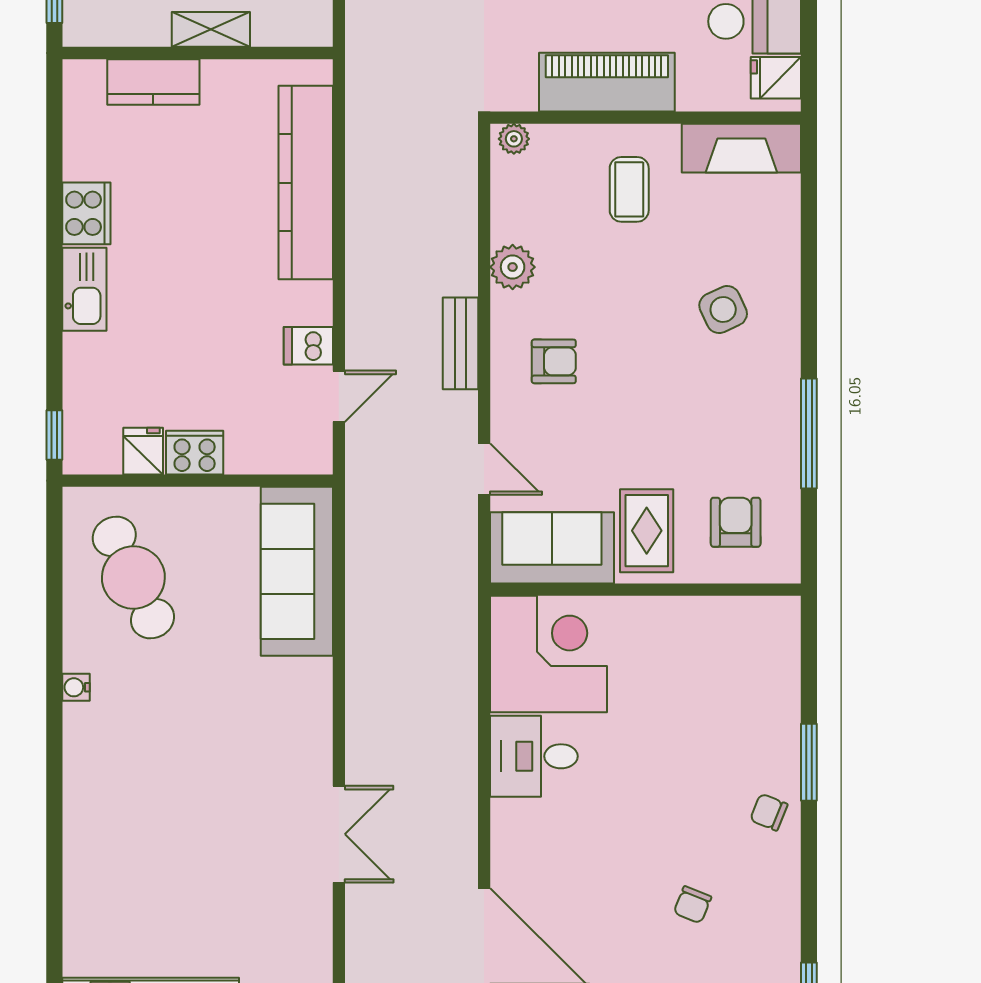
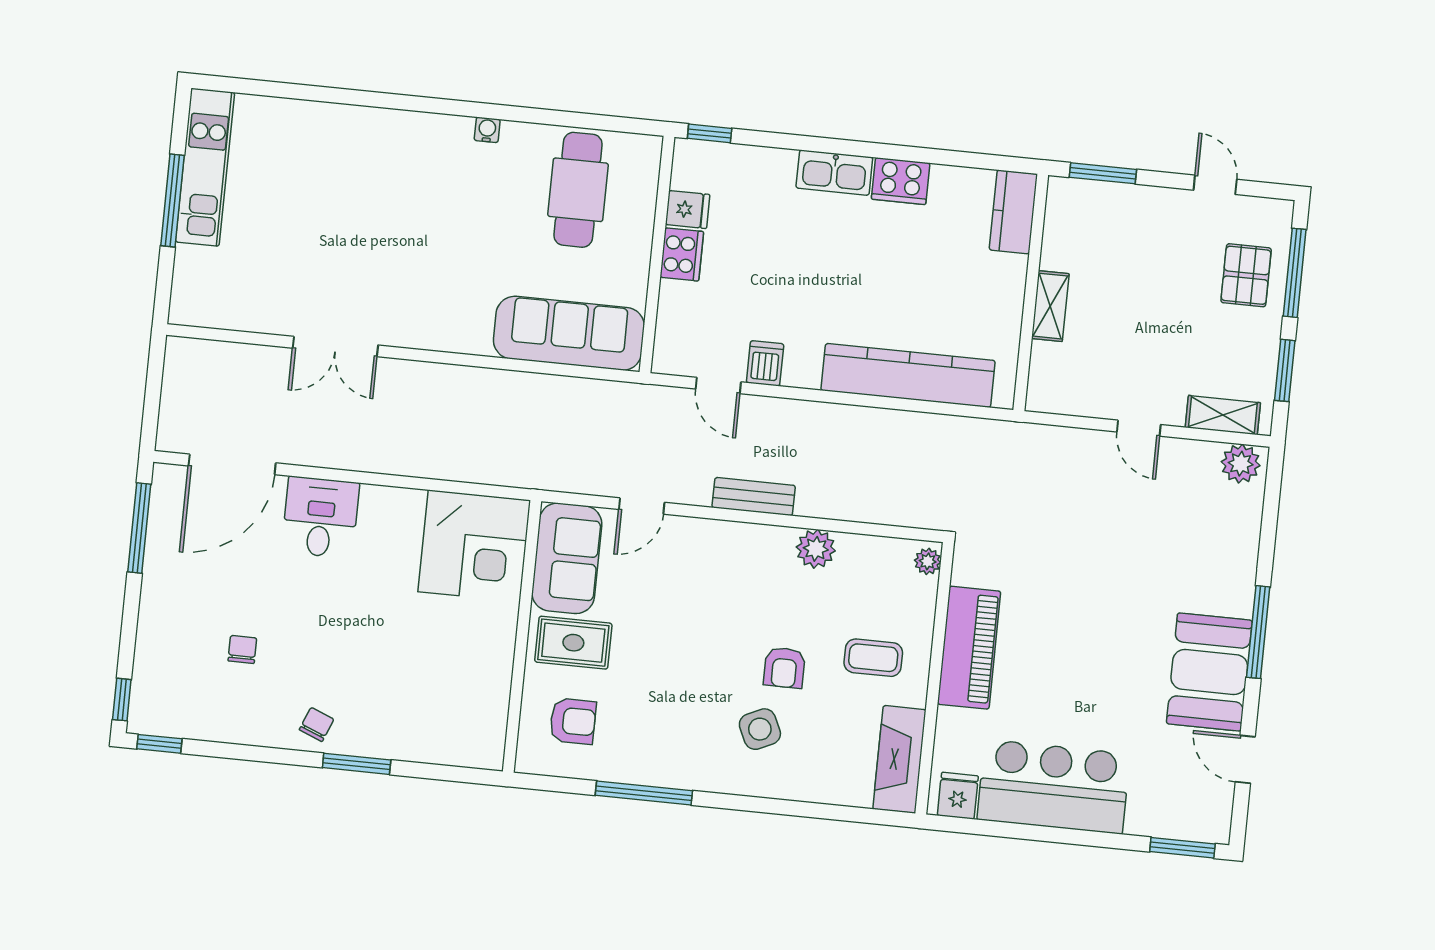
kitchen counter: (153, 82) -> (1013, 212), moved
armchair: (554, 361) -> (784, 668), moved
cafe table: (133, 578) -> (578, 190), turned -65
desk: (534, 756) -> (320, 517), moved
chair: (692, 905) -> (242, 649), turned 68

